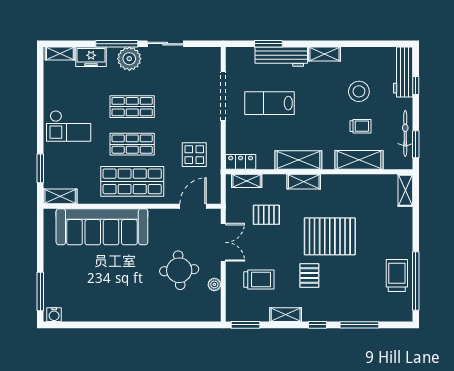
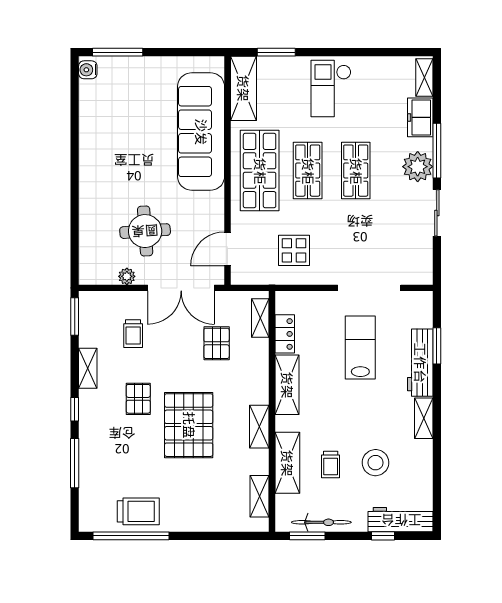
locker: (241, 162) -> (285, 334), moved
shelving: (304, 182) -> (259, 427), moved
shelving: (405, 190) -> (260, 496), moved, turned 90
shelving: (60, 196) -> (243, 88), width x1.50, depth x1.33
door: (193, 206) -> (227, 249), swing flipped
double door: (223, 242) -> (181, 288), width x1.37
pallet: (309, 276) -> (138, 399), turned 90
trolley: (259, 279) -> (133, 334), width x0.73, depth x0.72

